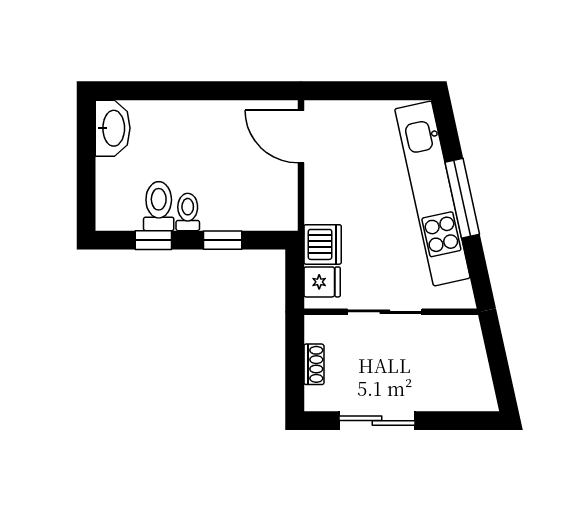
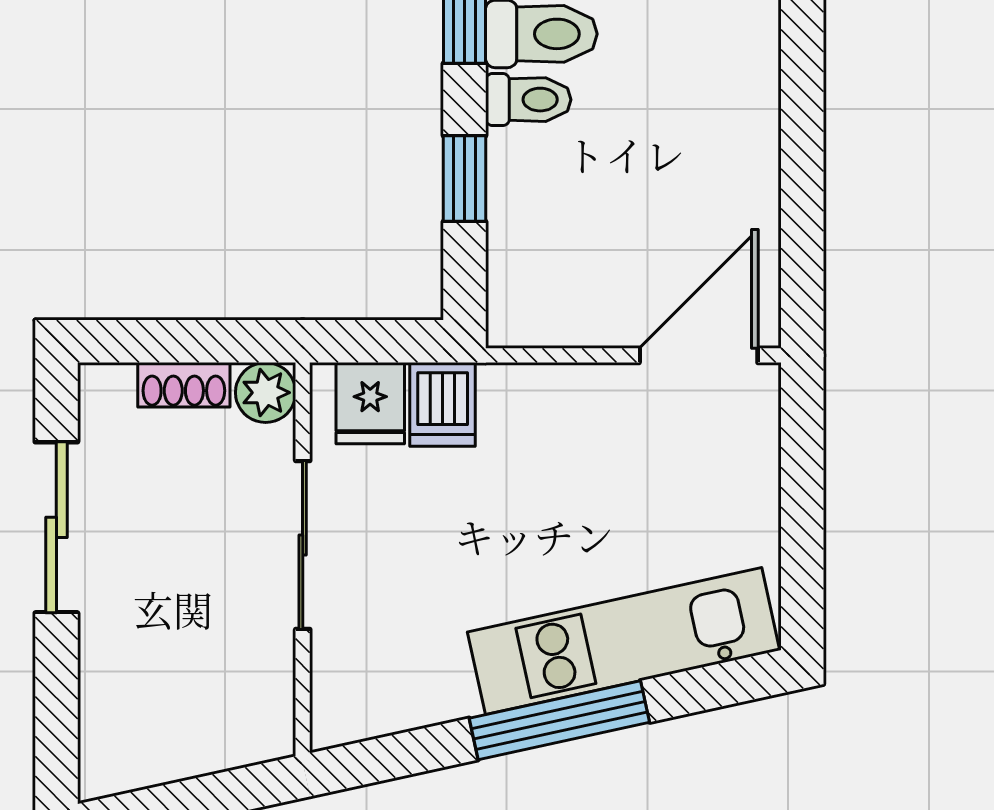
kitchen unit: (432, 193) -> (624, 641), width x0.73
dishwasher: (323, 244) -> (443, 404), width x0.73
plant: (317, 328) -> (266, 393), added

